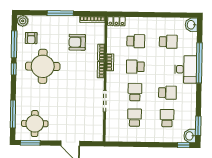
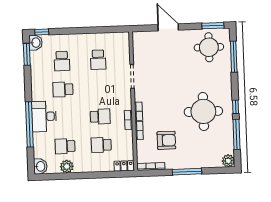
plant: (168, 23) -> (67, 167), added
armchair: (31, 38) -> (218, 142), removed
school desk: (135, 92) -> (99, 88), removed

